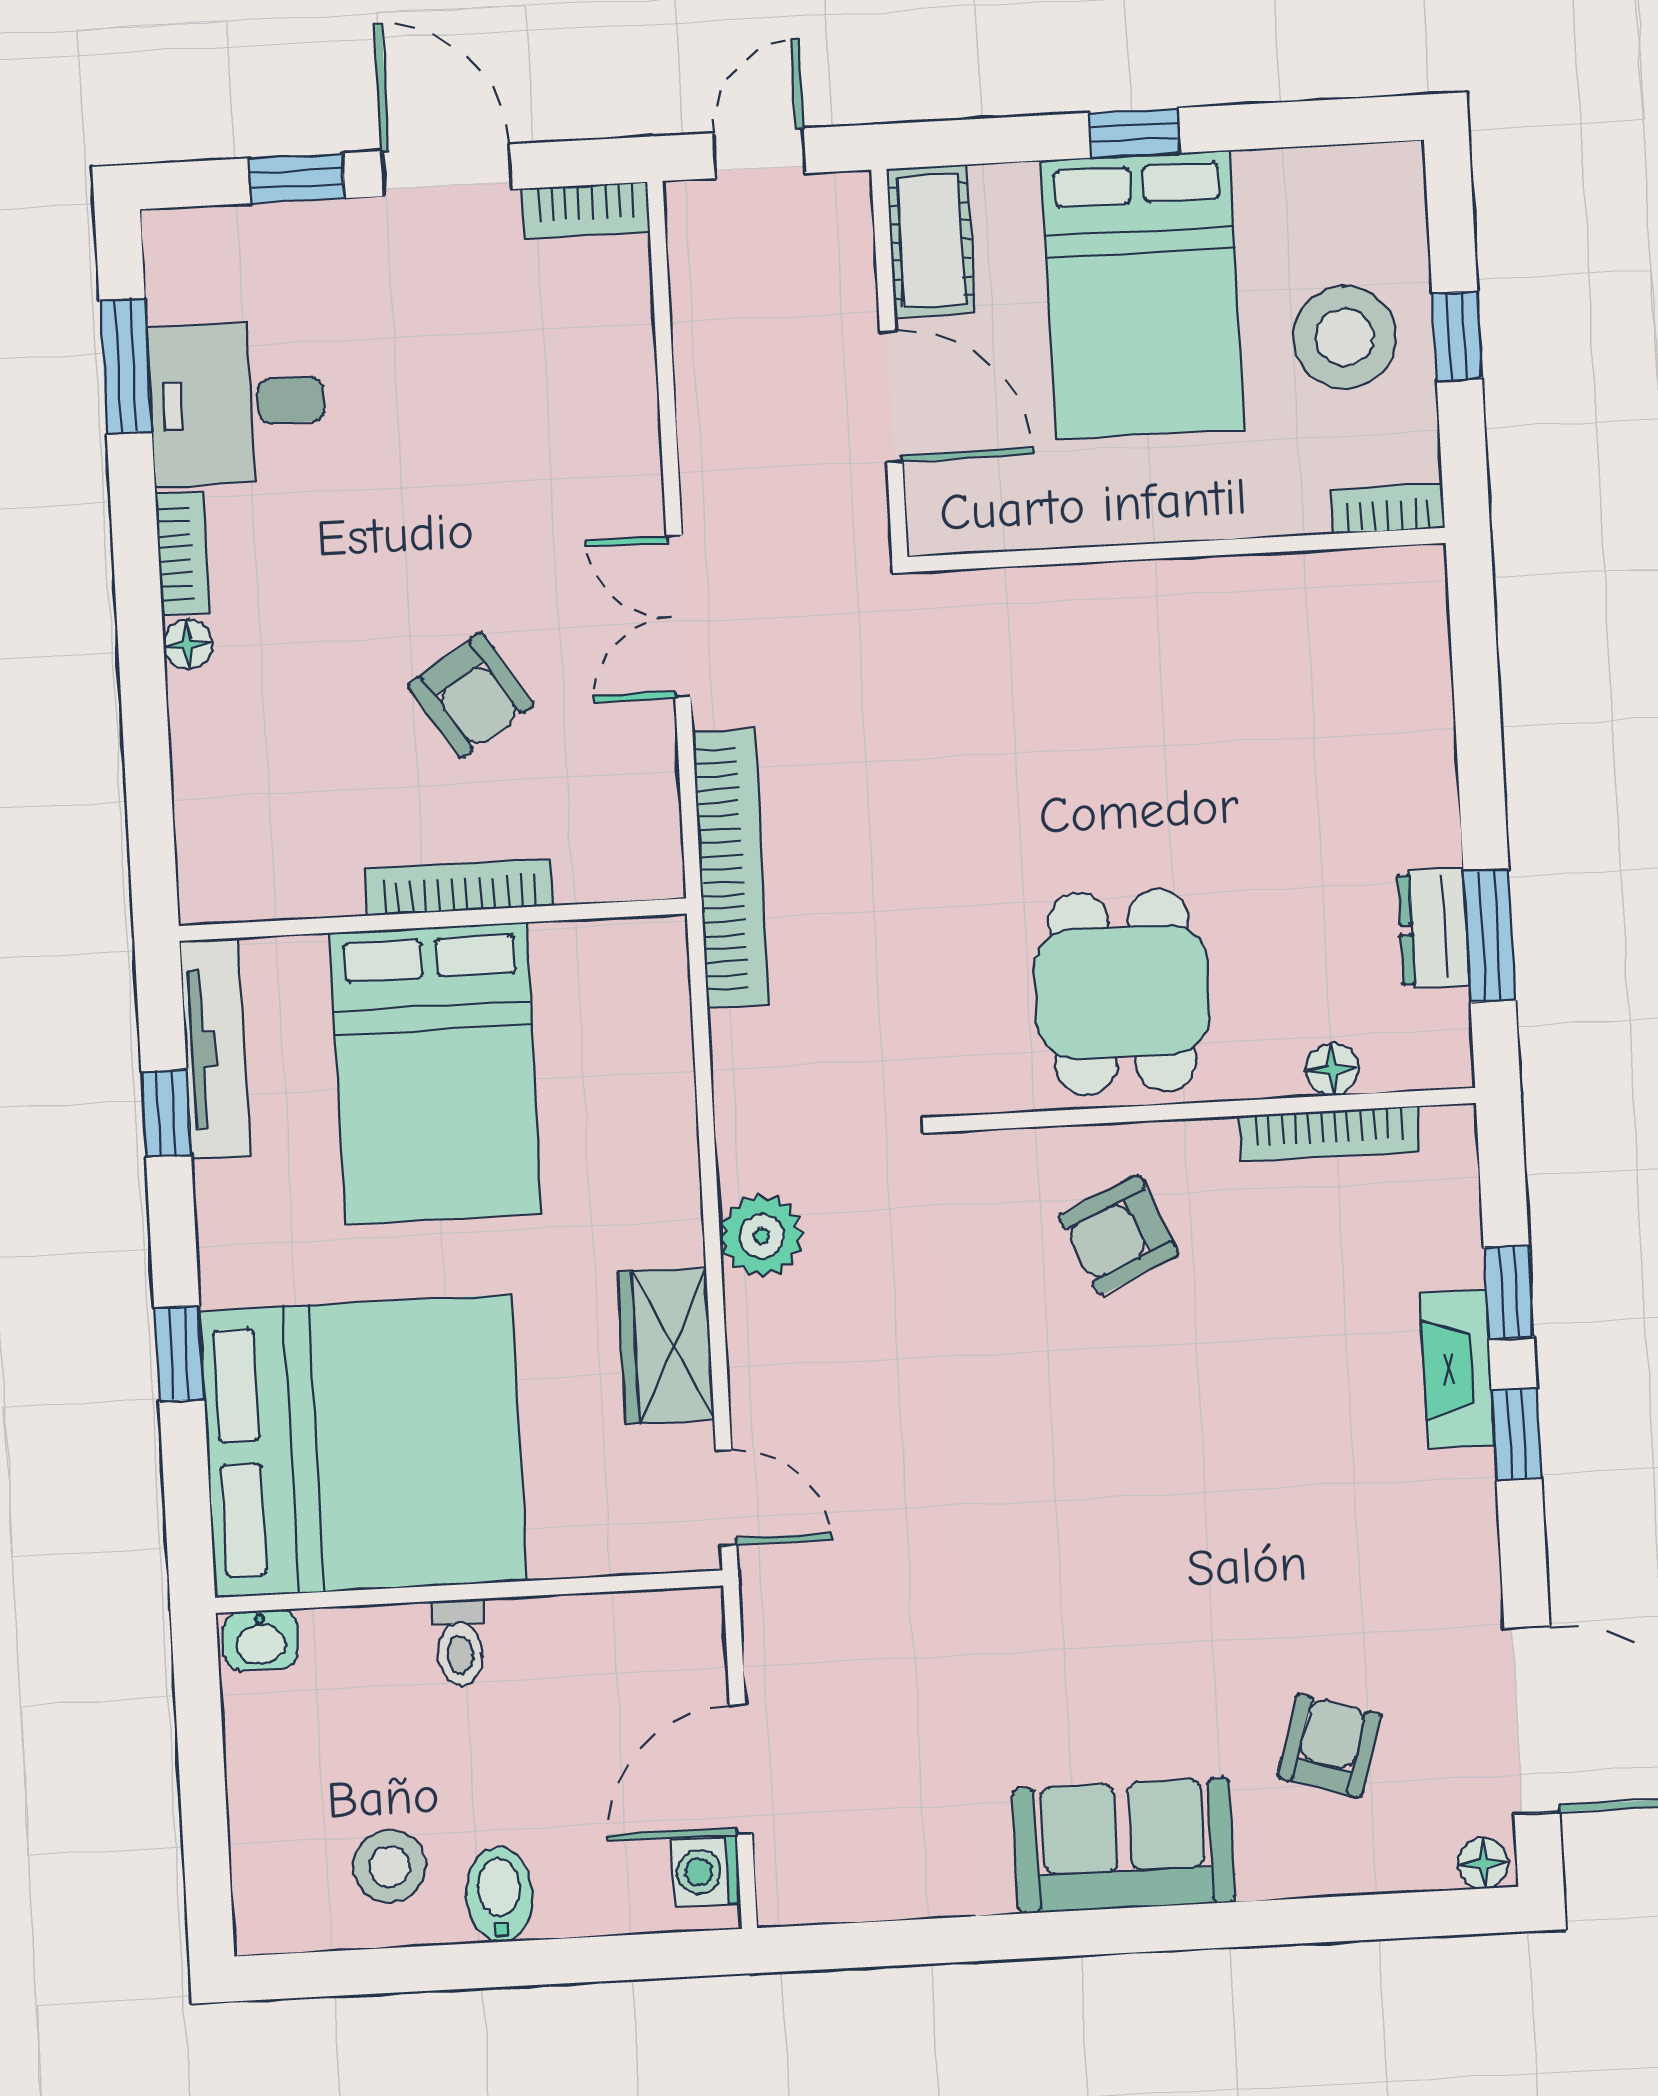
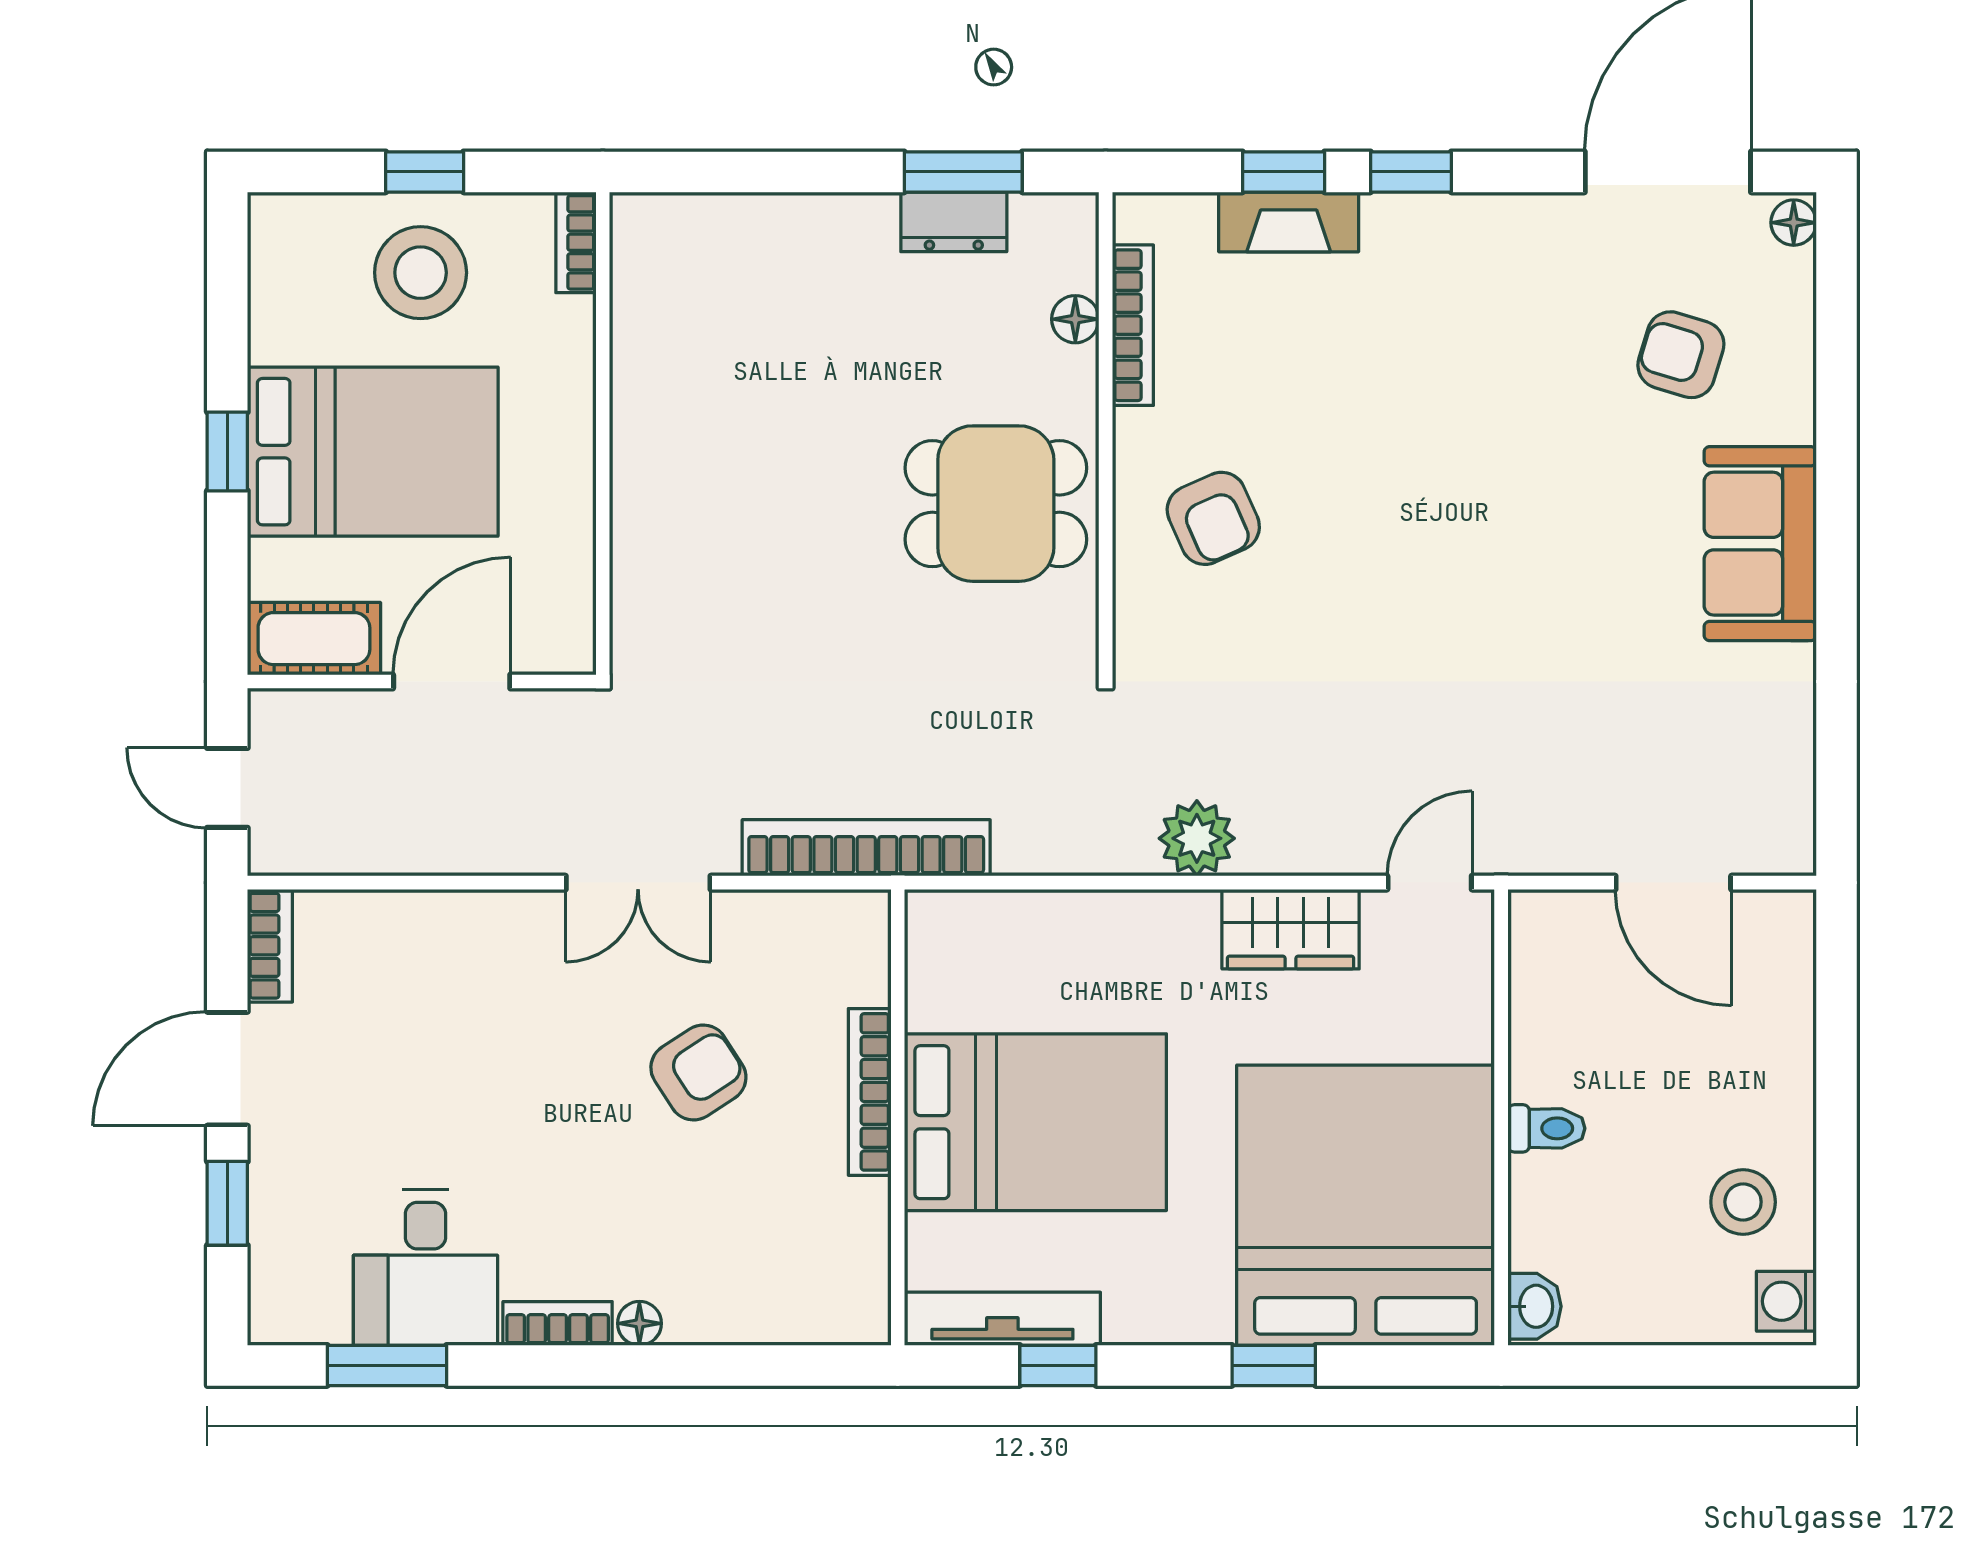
fireplace: (1457, 1369) -> (1289, 222), moved
washing machine: (705, 1872) -> (1786, 1301), moved, turned 90
bidet: (499, 1894) -> (1774, 1105), removed

